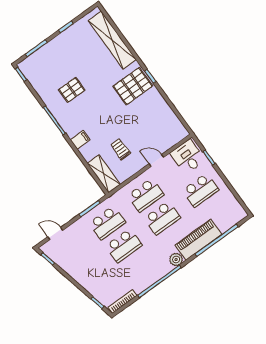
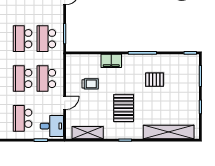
pallet: (133, 86) -> (124, 108), moved
pallet: (72, 90) -> (154, 80), turned 90
filing cabinet: (80, 140) -> (111, 61), width x2.00
shelving: (104, 174) -> (88, 133), moved

